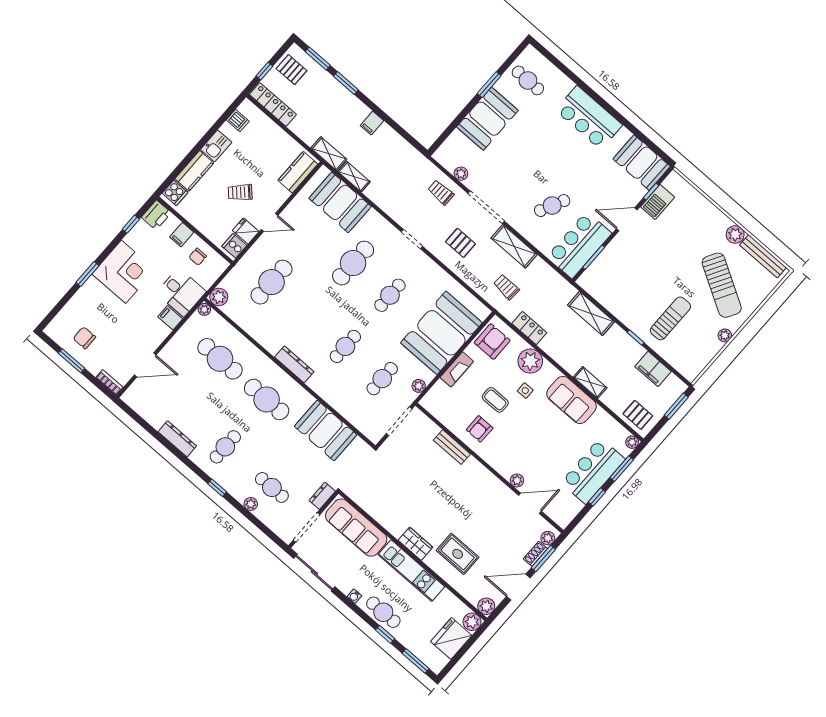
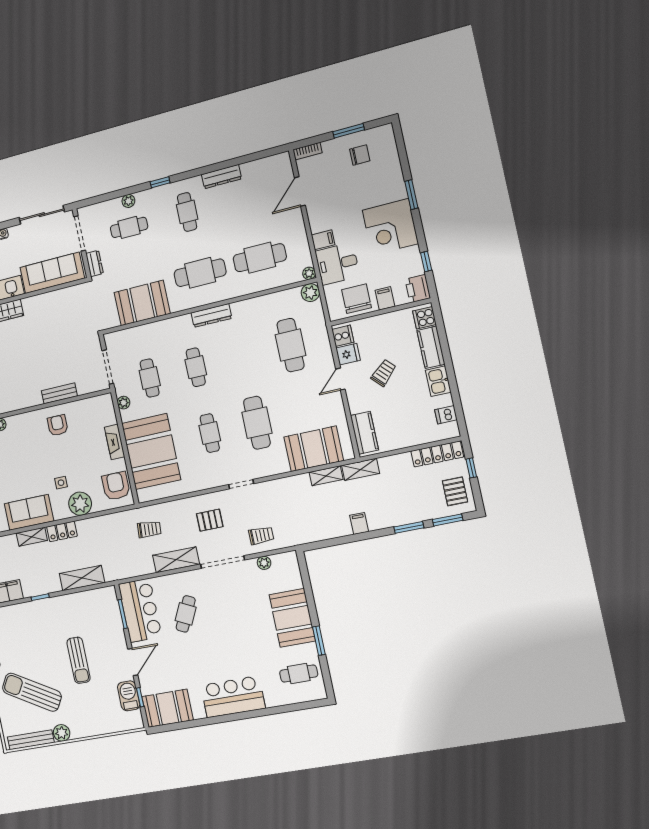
pallet: (292, 70) -> (455, 491), turned 90
chair: (198, 257) -> (357, 299), width x1.87, depth x1.87
sun lounger: (670, 318) -> (79, 660), moved
locker: (529, 328) -> (62, 531), moved
armchair: (492, 341) -> (116, 486), turned 180
coffee table: (495, 400) -> (70, 454), removed

